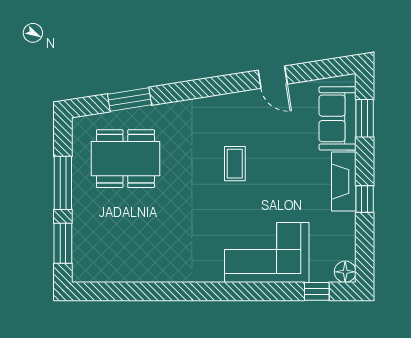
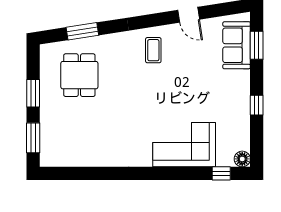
dining table: (125, 159) -> (79, 75), width x0.73
coffee table: (235, 164) -> (153, 50), moved
fireplace: (344, 182) -> (241, 92), removed
window: (63, 183) -> (33, 93), width x0.69

